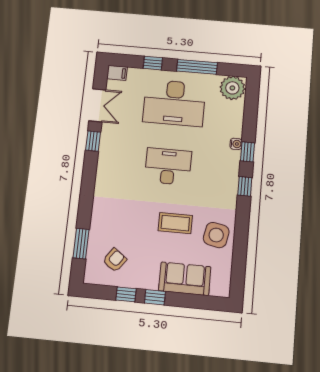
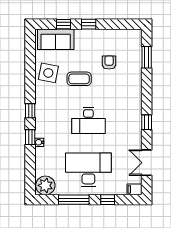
window: (93, 141) -> (147, 122), moved
armchair: (115, 260) -> (109, 62), moved, turned 144
sofa: (185, 279) -> (56, 39), moved
window: (126, 294) -> (63, 24), moved

